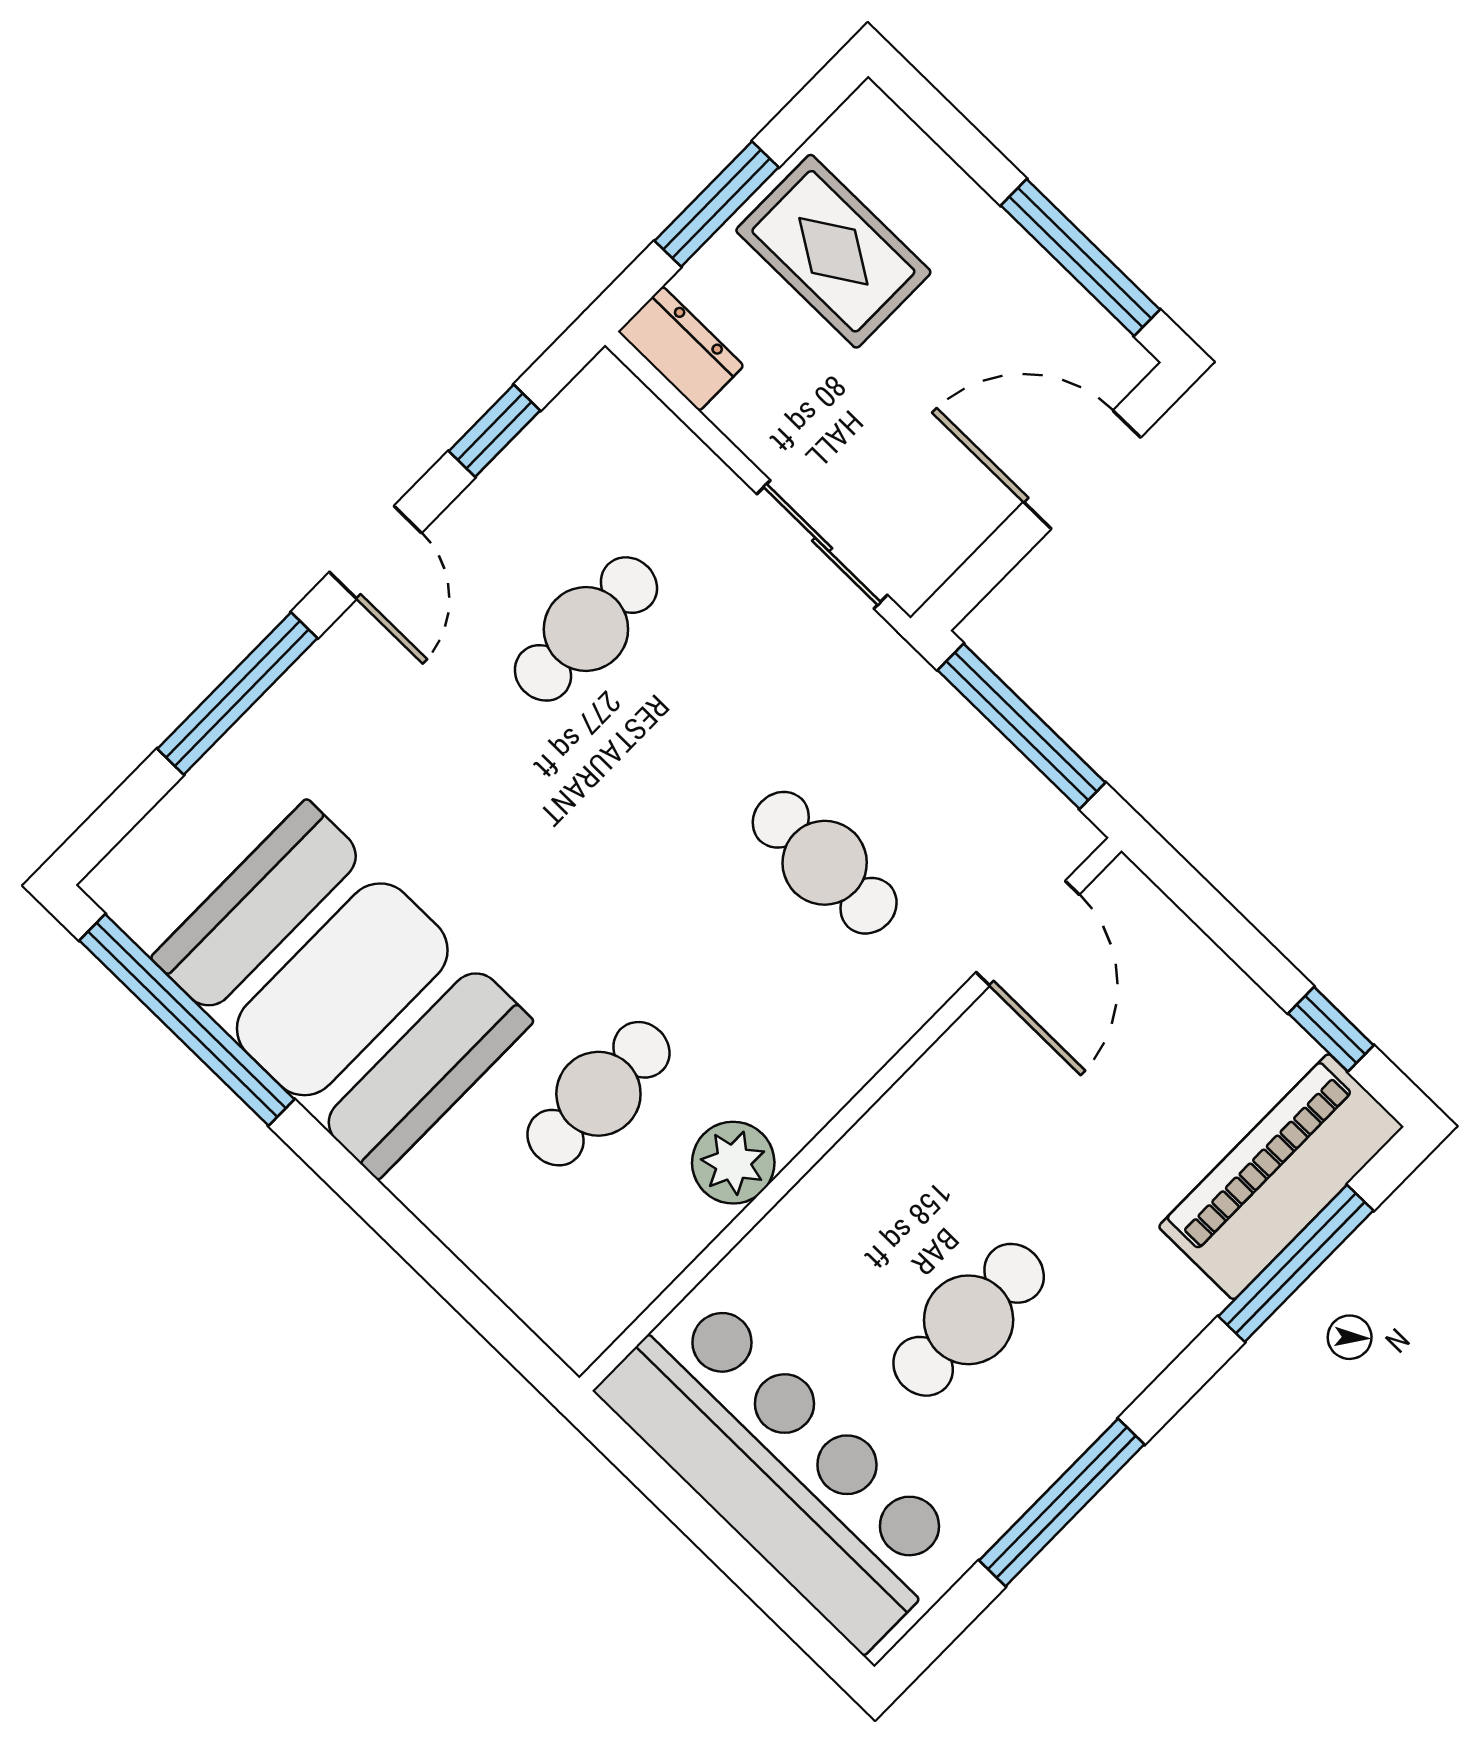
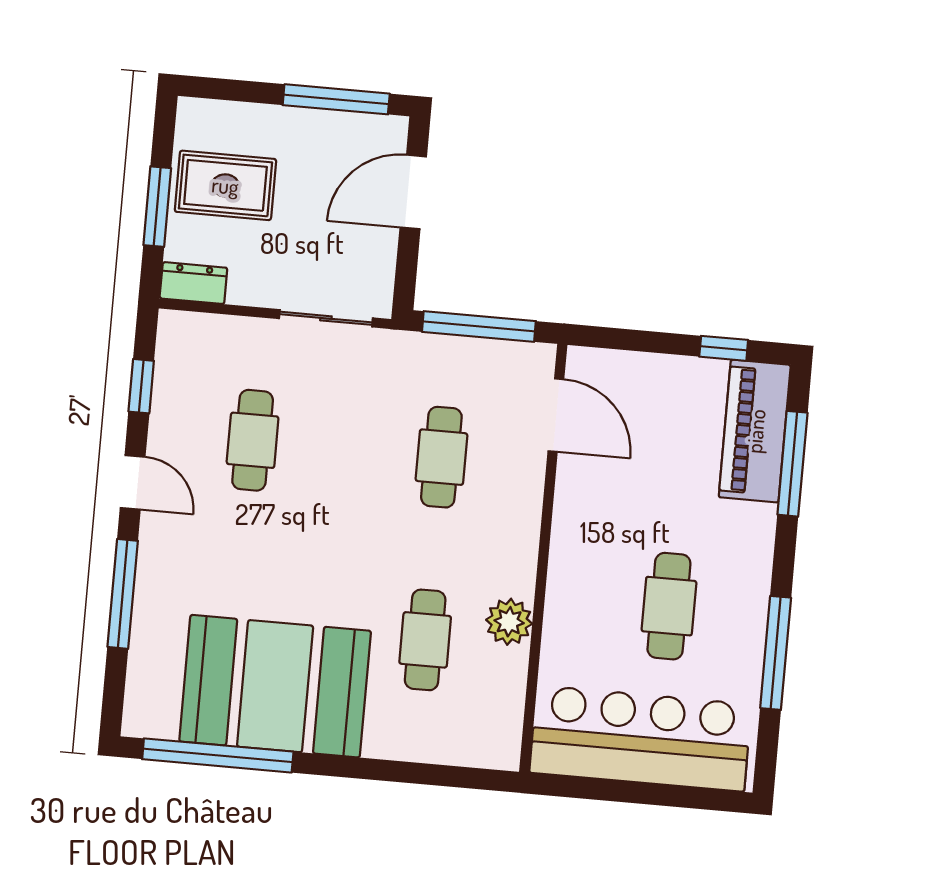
cafe table: (825, 863) -> (441, 457), turned 90

